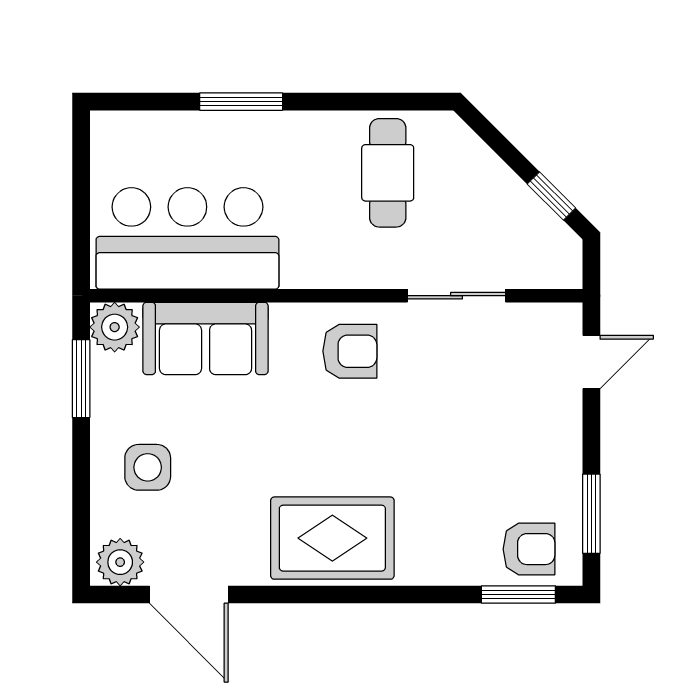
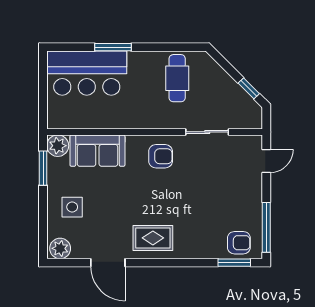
bar counter: (187, 238) -> (87, 73), moved, turned 180
window: (591, 514) -> (266, 227), width x1.44
rug: (332, 538) -> (153, 238), width x0.73, depth x0.70
door: (189, 594) -> (108, 263), moved

